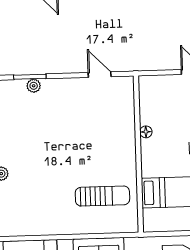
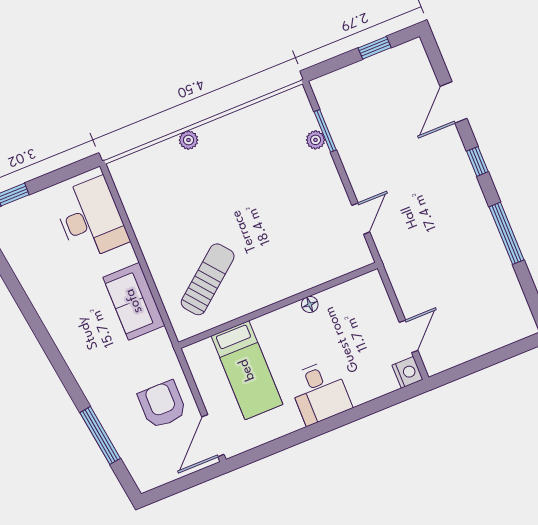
sun lounger: (102, 196) -> (208, 279), turned -129

